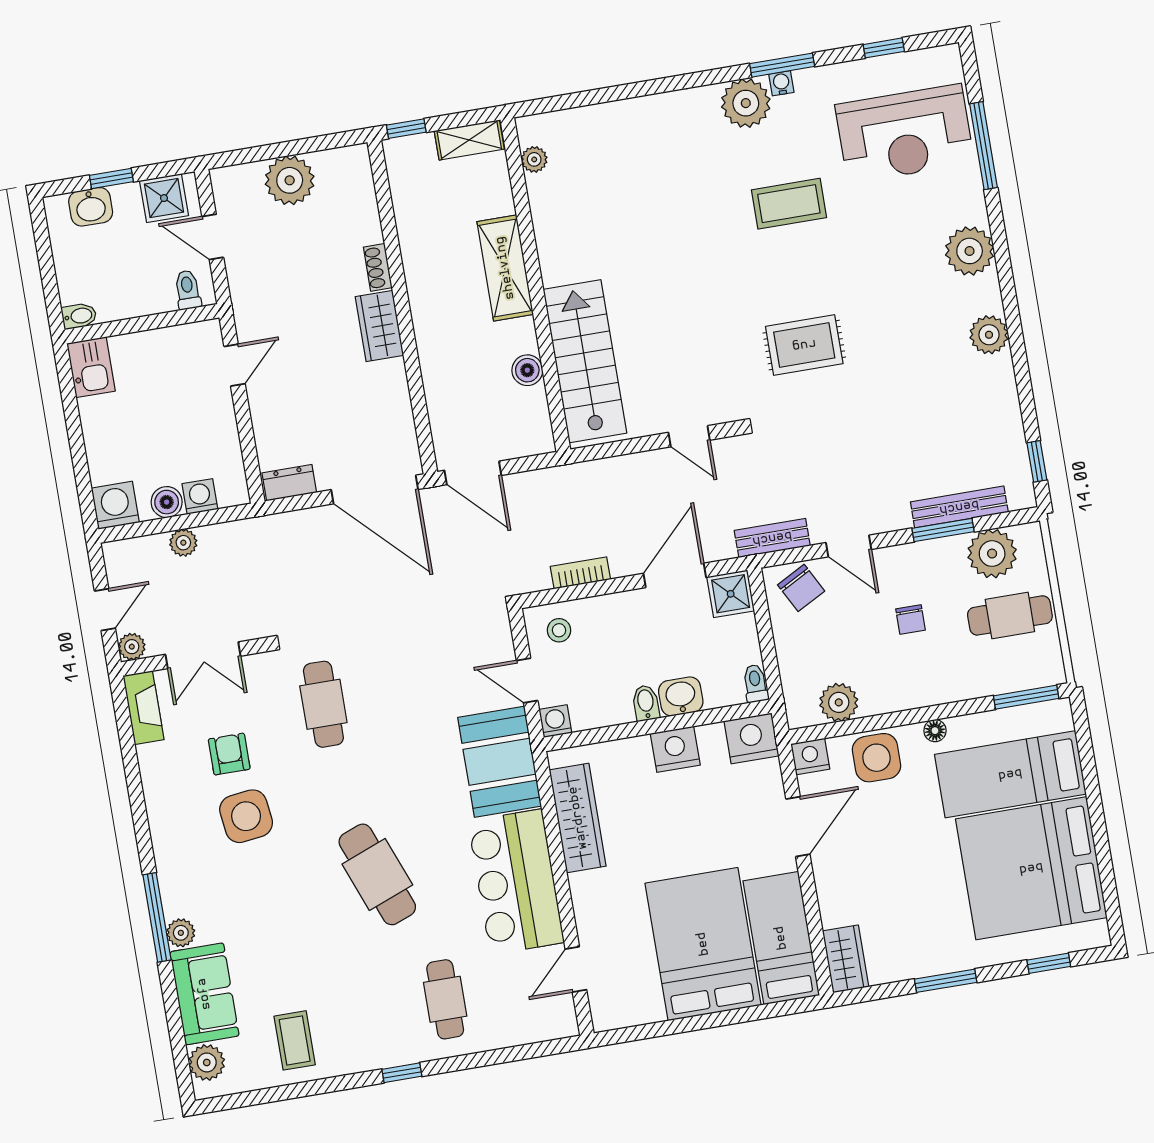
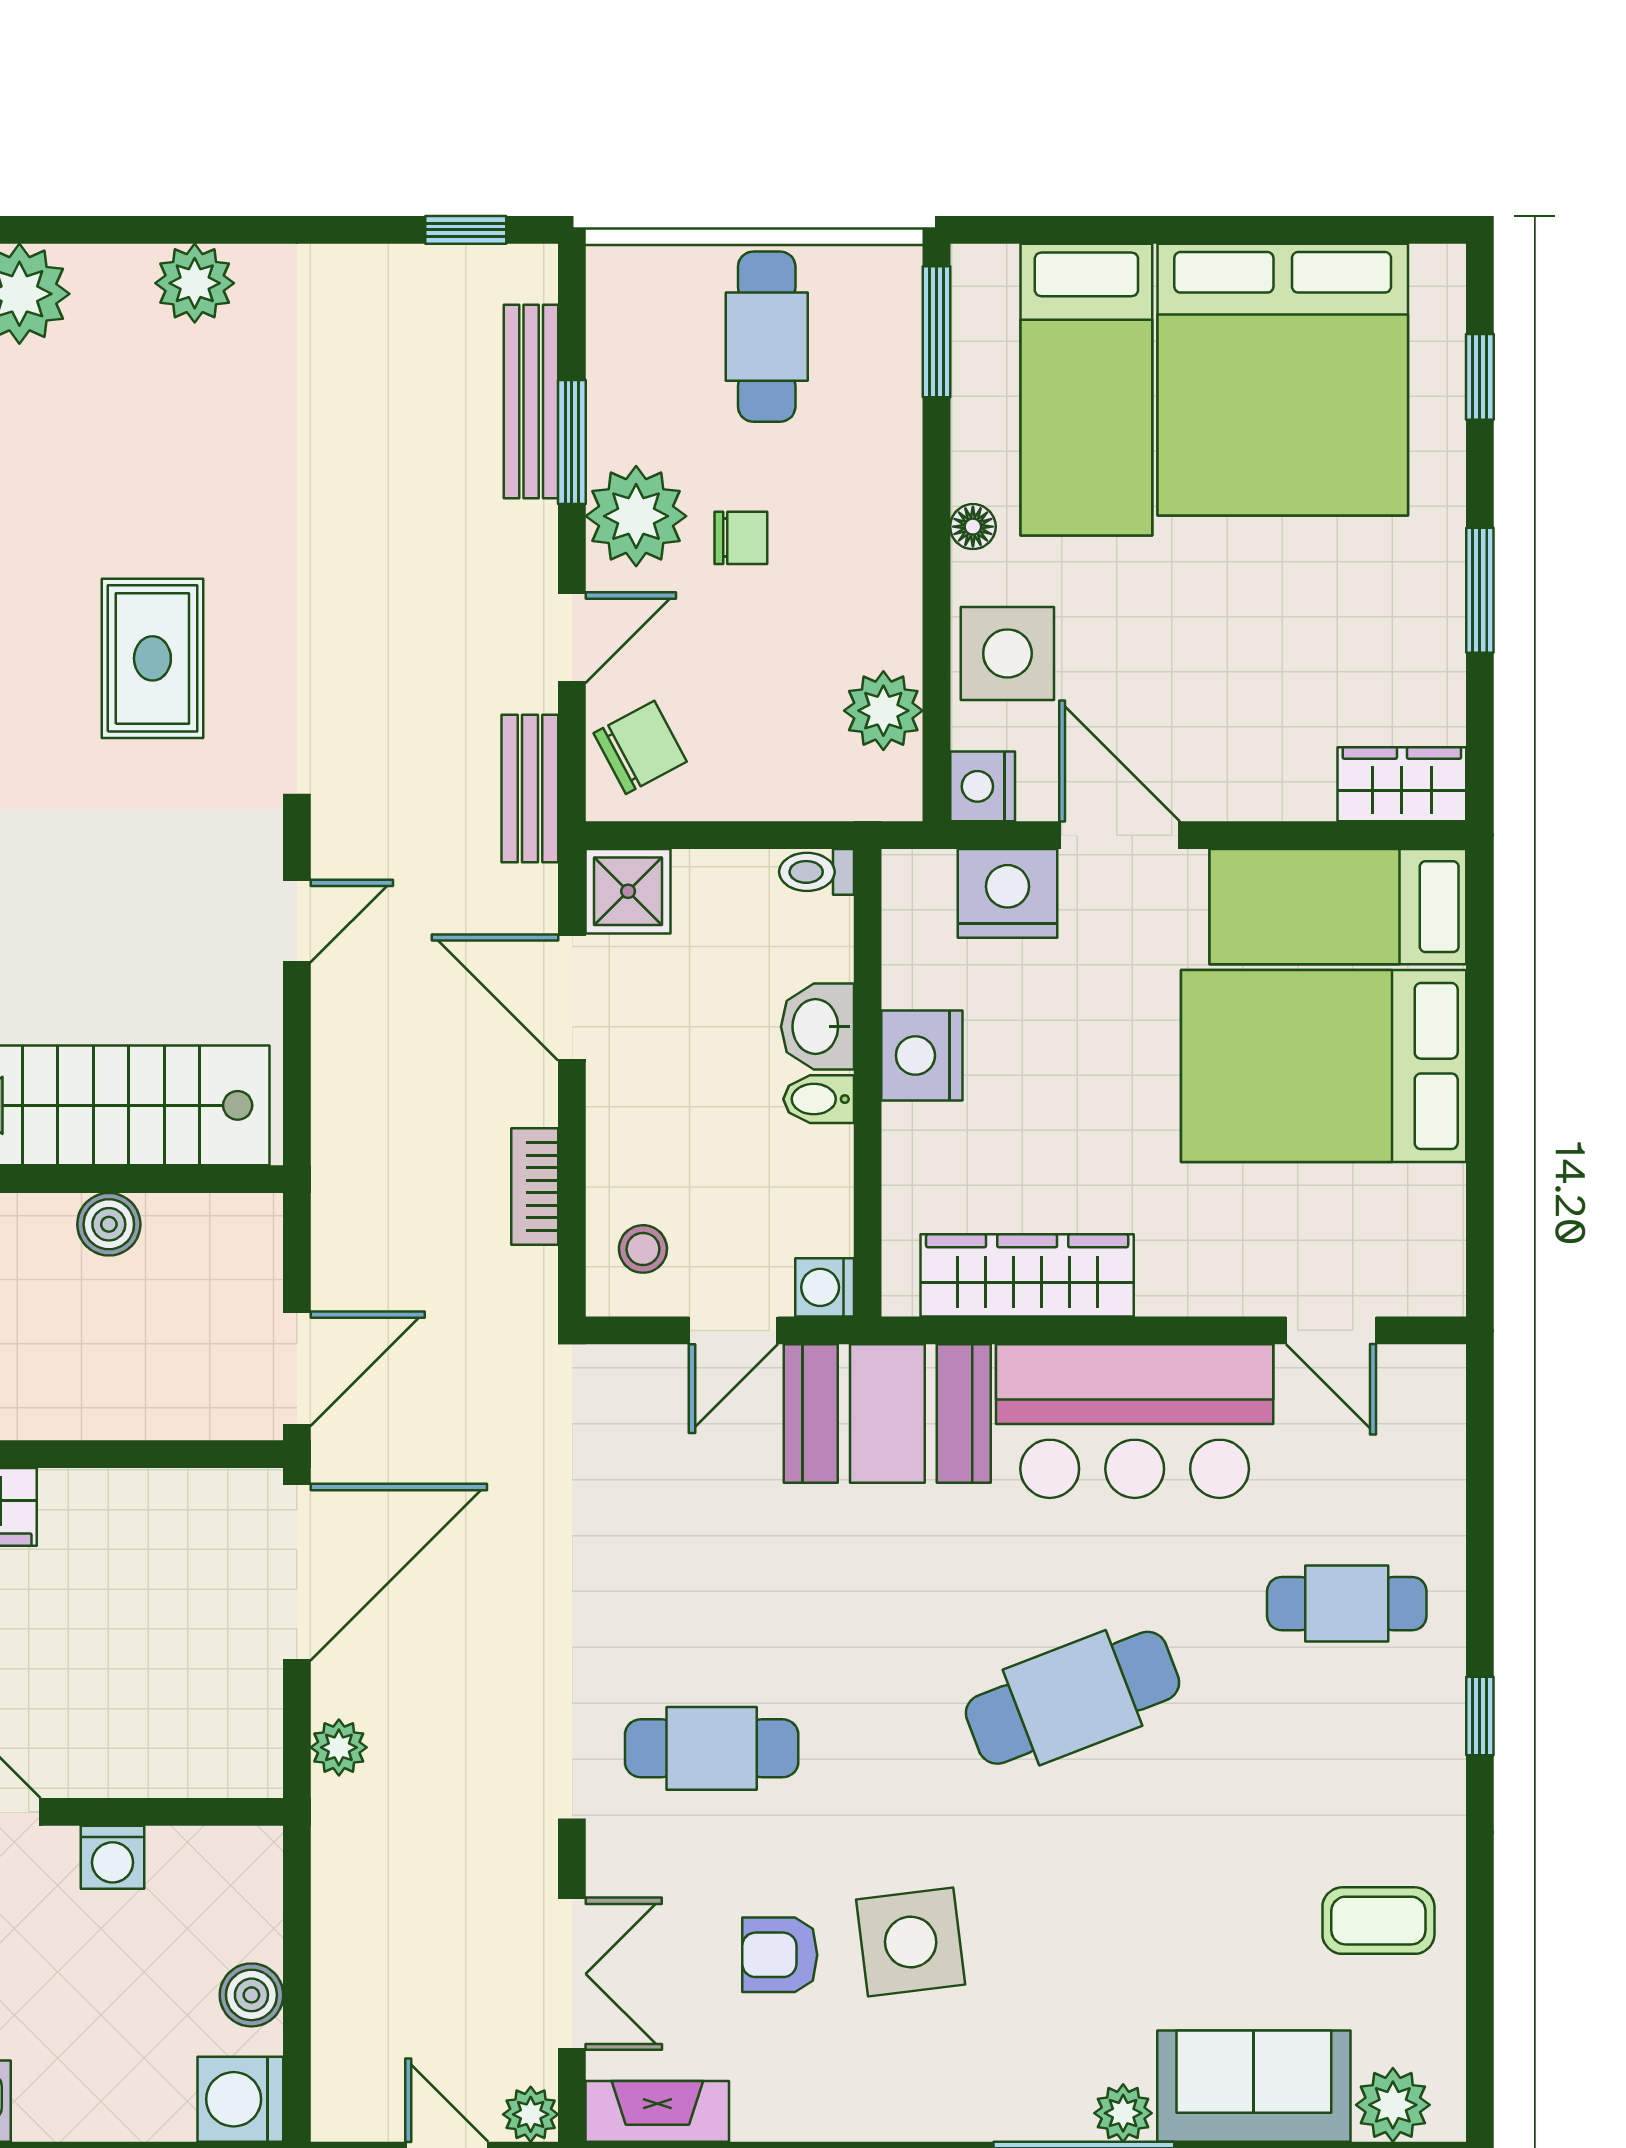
dresser: (289, 483) -> (254, 1742), removed
washing machine: (200, 496) -> (113, 1857), moved, turned -90
plant: (183, 543) -> (339, 1747), moved
plant: (992, 554) -> (636, 516), moved
nightstand: (751, 738) -> (1007, 893), moved, turned 90

